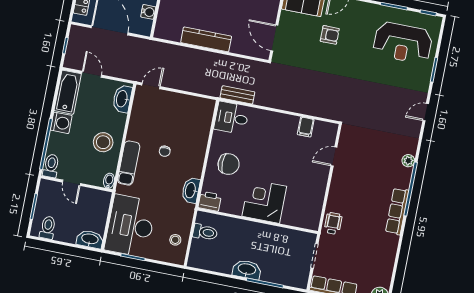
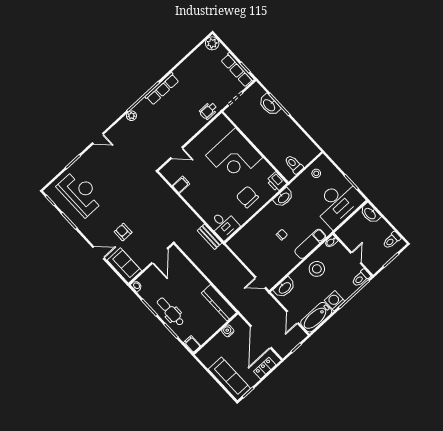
kitchen counter: (206, 39) -> (219, 303), moved
corner desk: (264, 201) -> (234, 156), width x1.36, depth x1.36
washbasin: (247, 270) -> (269, 105), moved

